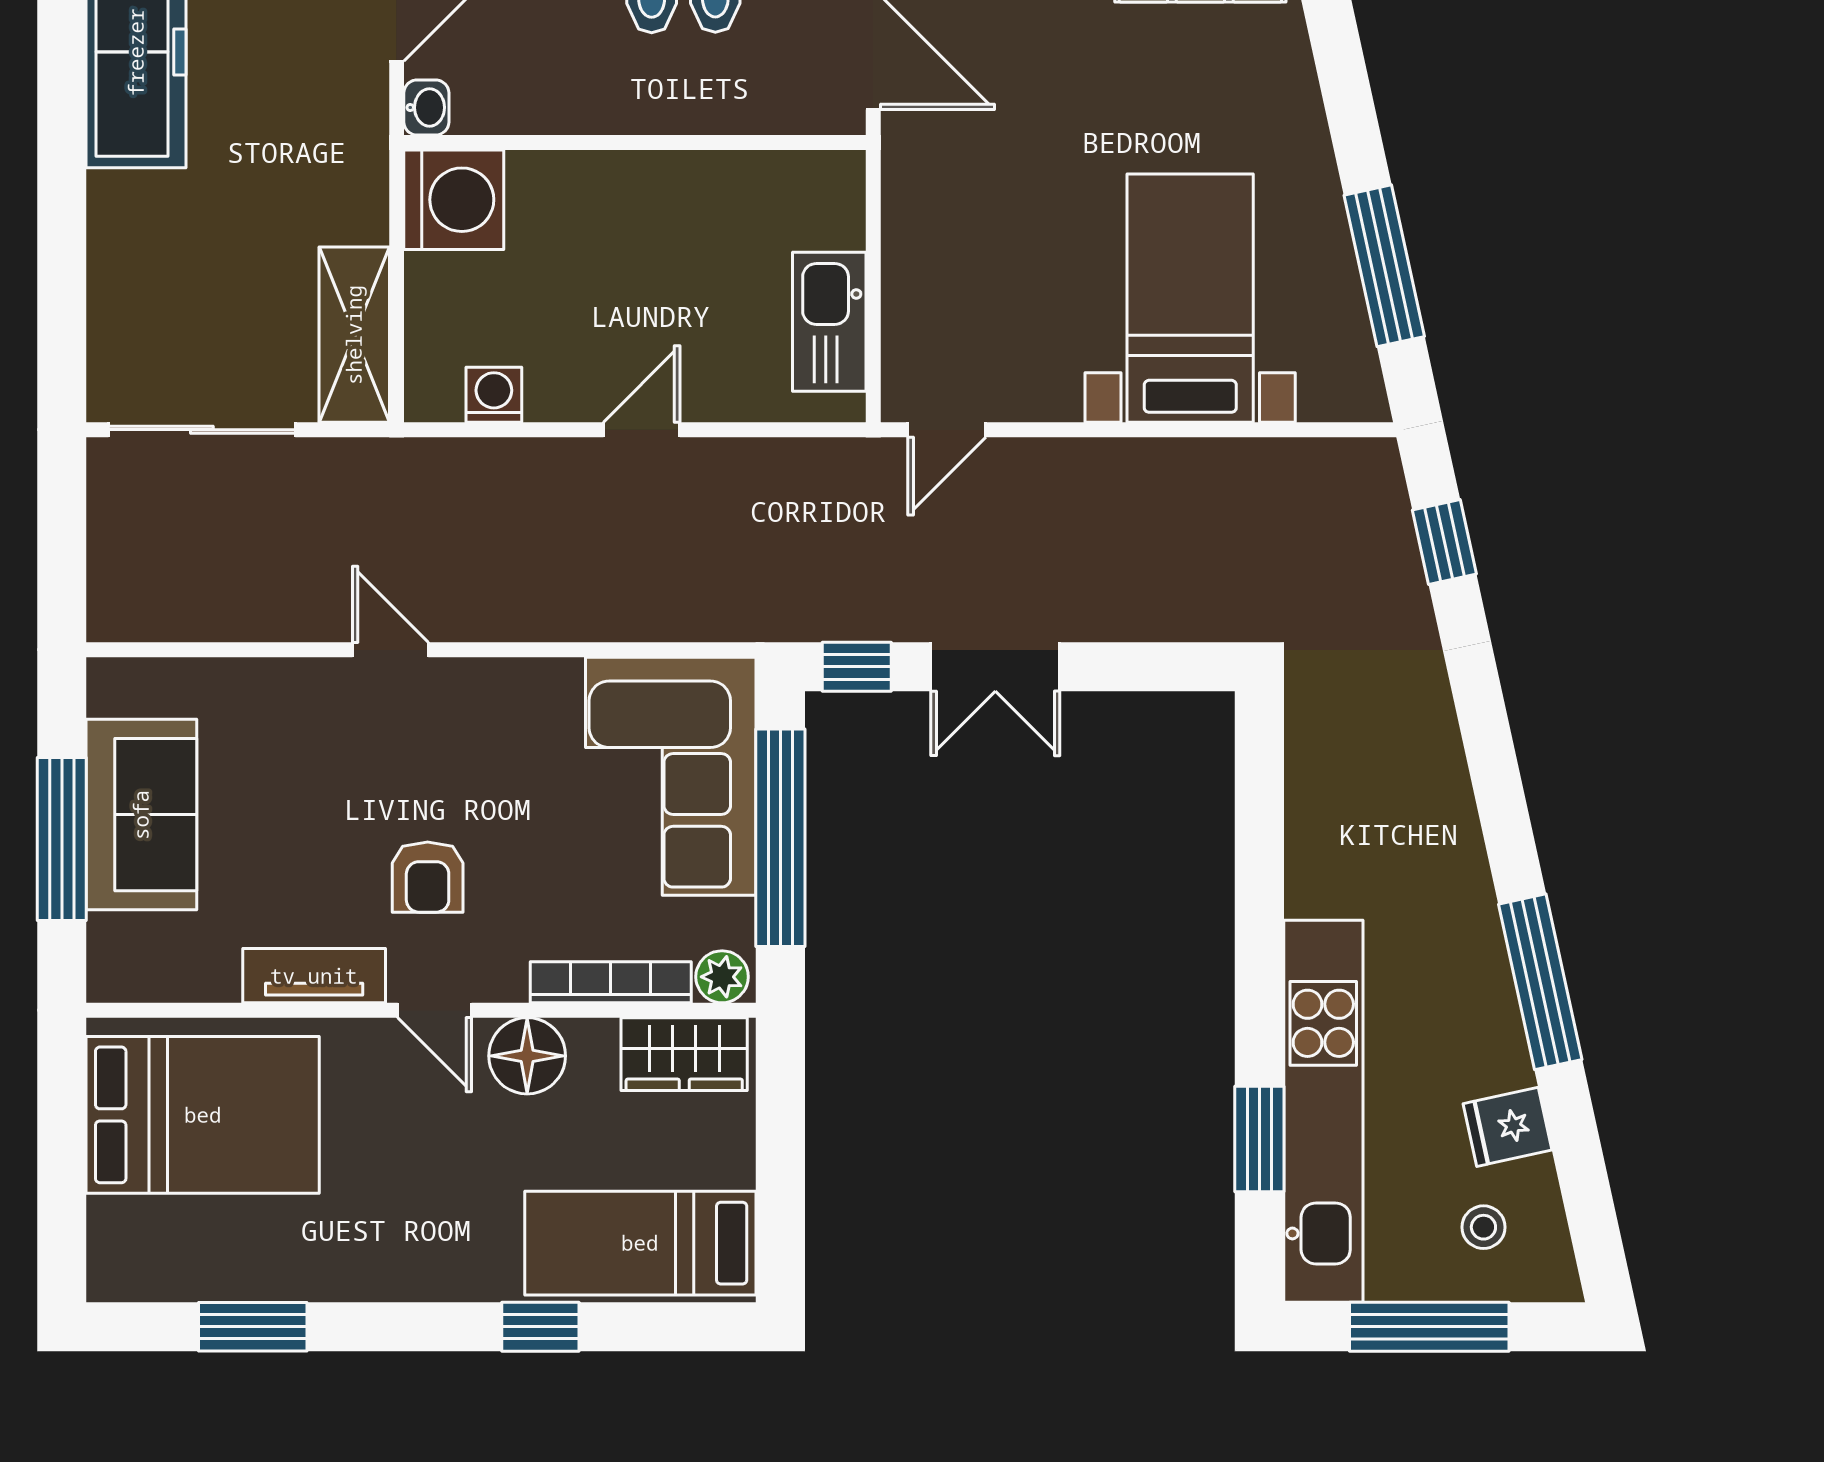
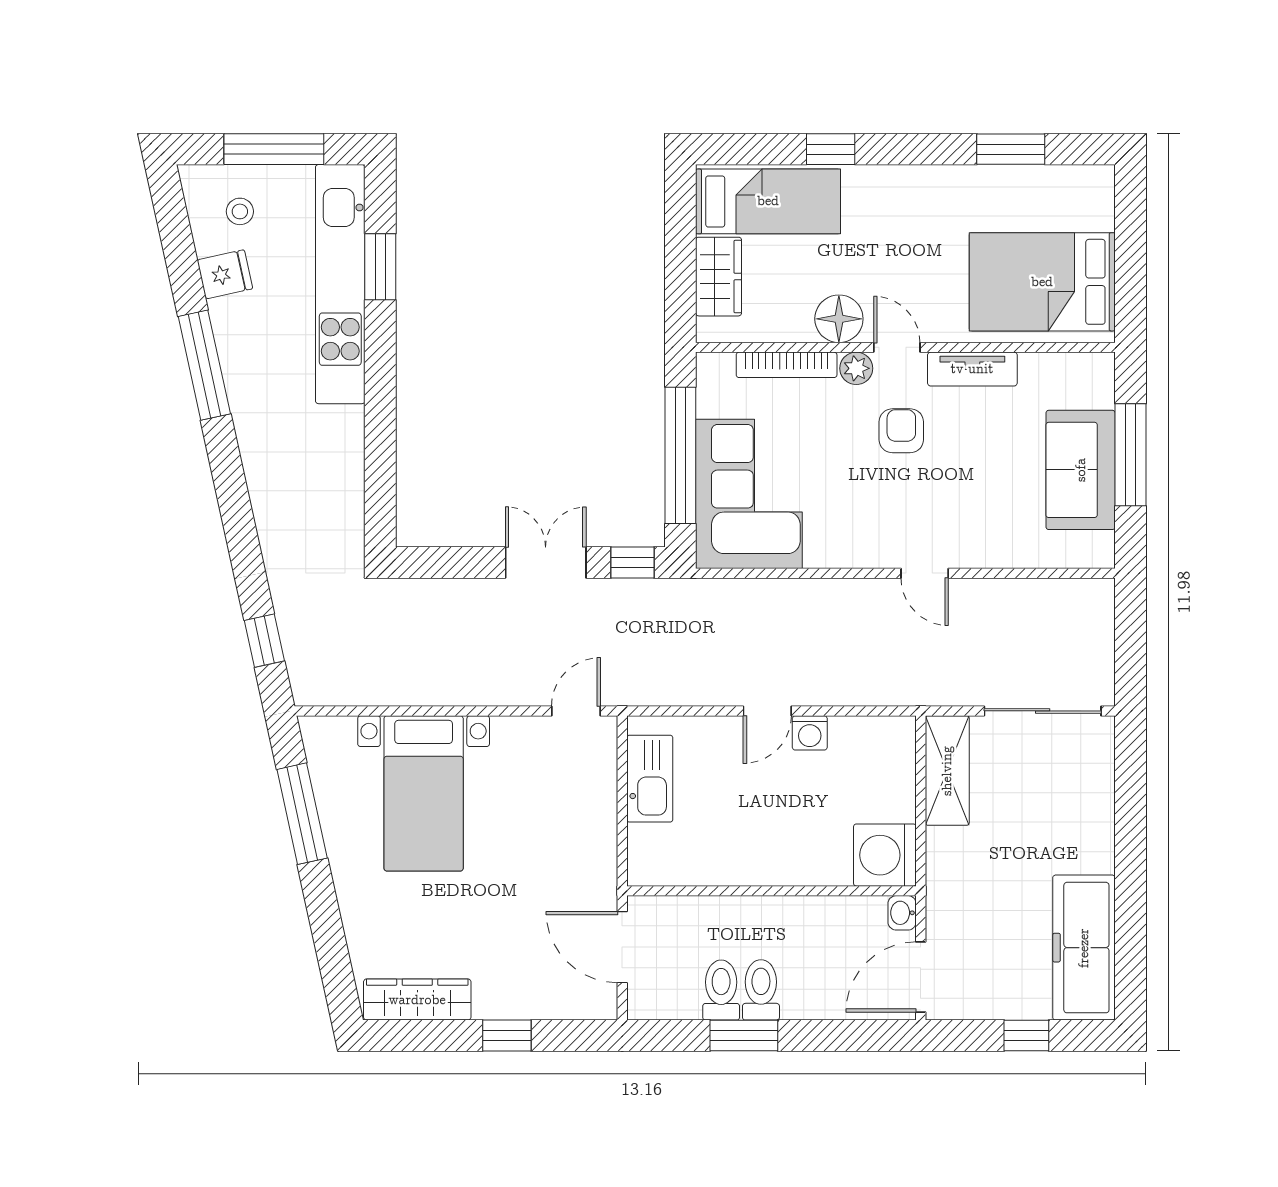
washing machine: (494, 395) -> (810, 733), moved
plant: (722, 977) -> (856, 368), moved
wardrobe: (684, 1054) -> (719, 277), moved, turned 90

